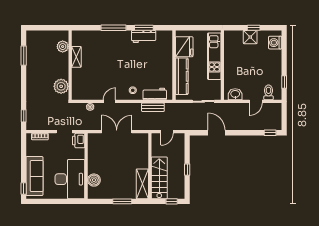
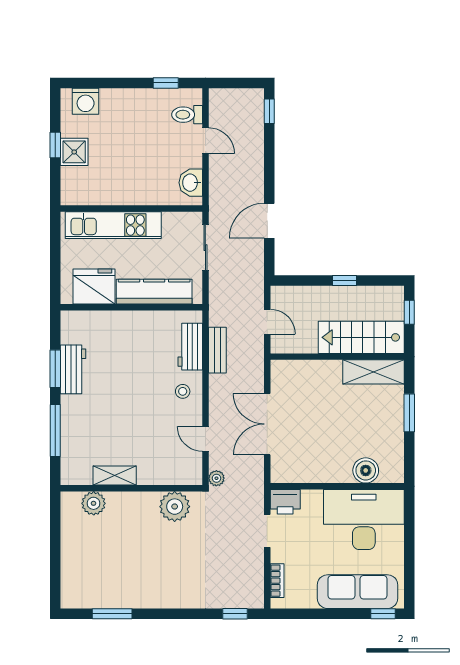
plant: (63, 47) -> (94, 503), moved
shelving: (76, 57) -> (115, 476), moved
wall: (70, 65) -> (131, 488), moved
plant: (61, 86) -> (175, 507), moved

